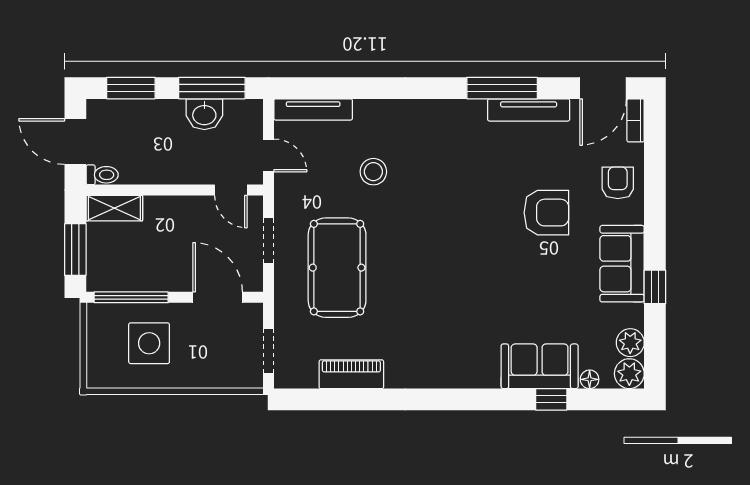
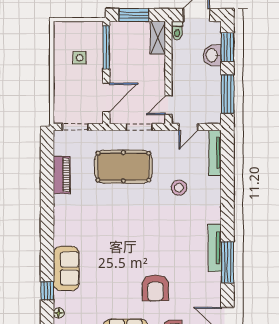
tv unit: (529, 110) -> (215, 248), moved
washbasin: (204, 114) -> (212, 55), moved
side table: (149, 343) -> (80, 58), width x0.54, depth x0.54
sofa: (540, 366) -> (66, 268), moved

